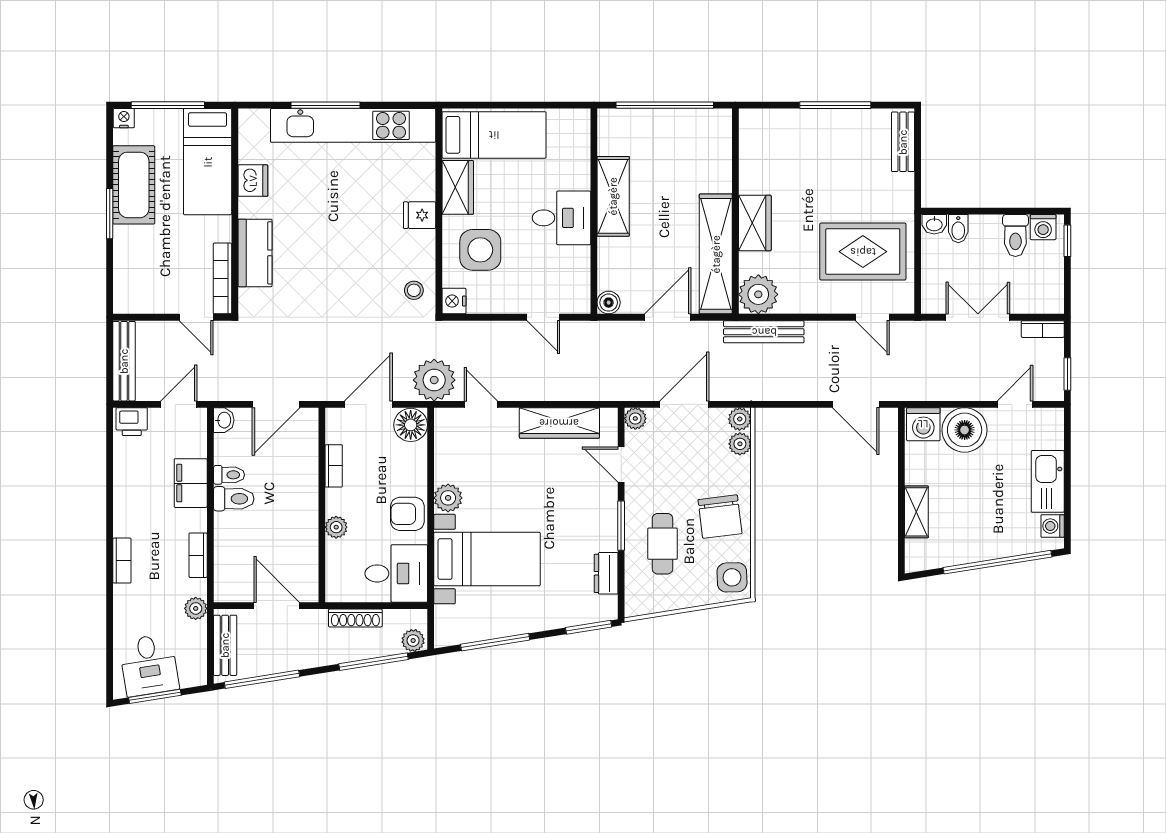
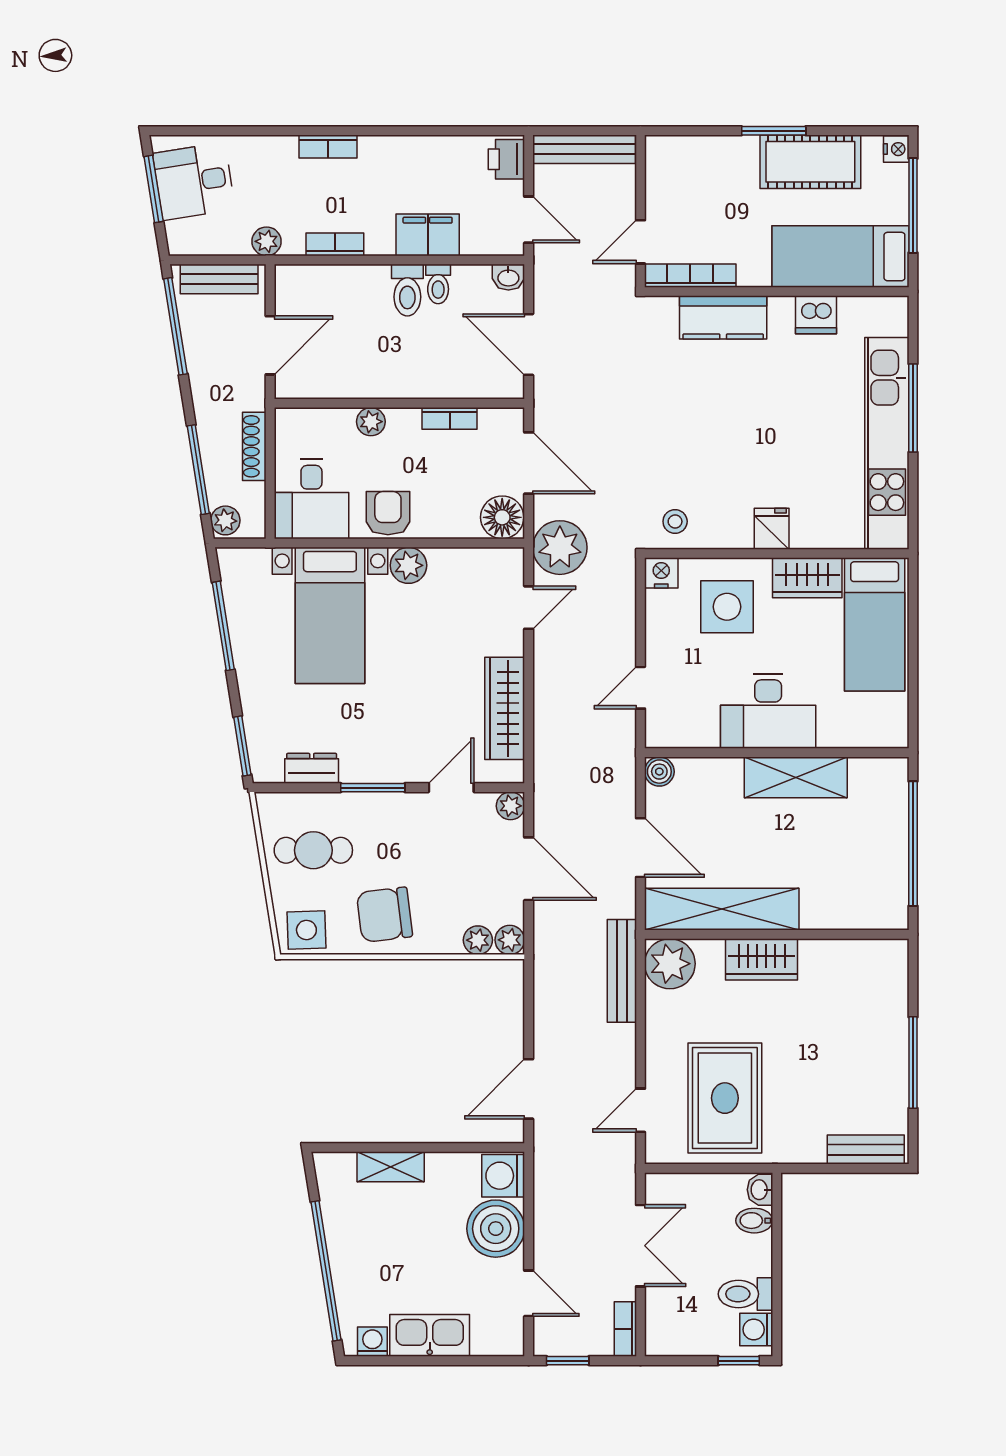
desk: (562, 218) -> (768, 711), width x1.37
cafe table: (662, 544) -> (313, 850), moved

